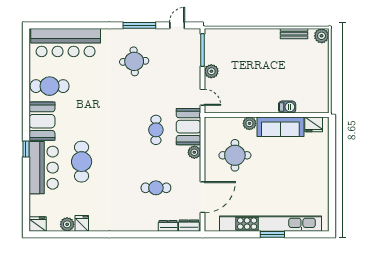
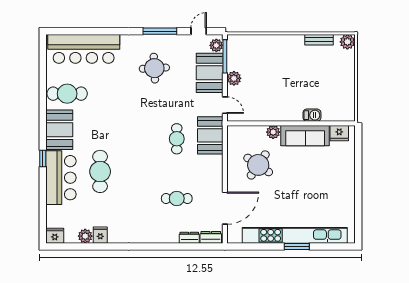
booth: (188, 66) -> (210, 73), added
plant: (194, 152) -> (216, 45), moved
round table: (235, 155) -> (258, 165), turned 34

